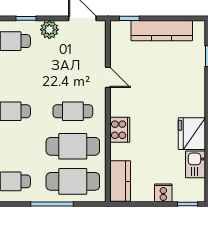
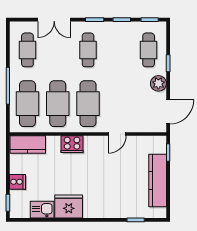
cafe table: (73, 111) -> (88, 104), width x1.37, depth x1.35

